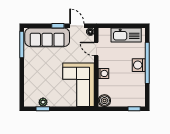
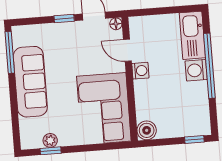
kitchen sink: (126, 35) -> (192, 35), moved, turned 90
sofa: (47, 37) -> (30, 82), moved, turned -90
washing machine: (103, 73) -> (140, 71), moved

